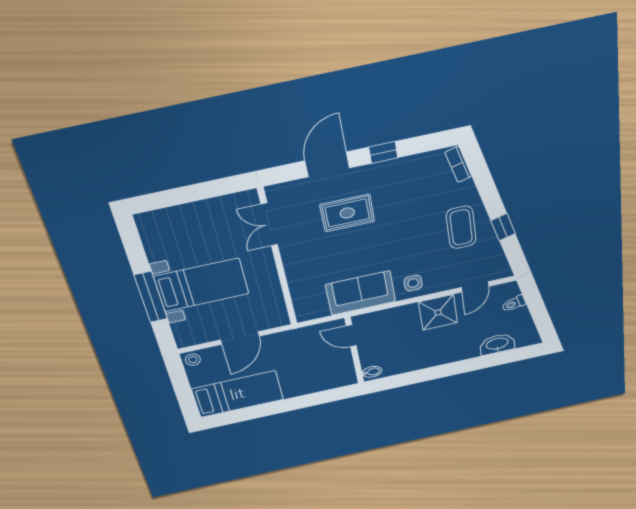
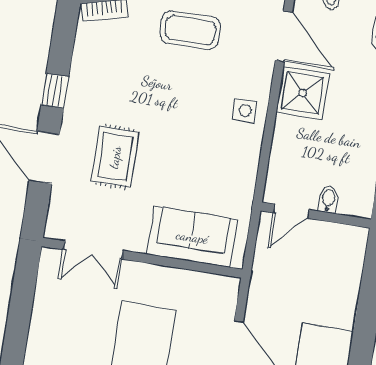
door: (475, 287) -> (284, 36), width x1.38
sofa: (361, 293) -> (192, 237), moved, turned 90
bidet: (372, 372) -> (328, 199), moved

